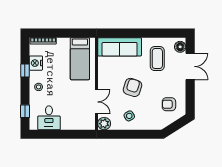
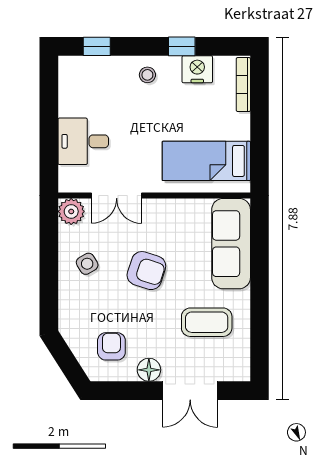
floor lamp: (180, 47) -> (149, 370), moved
desk: (49, 118) -> (83, 141), moved

